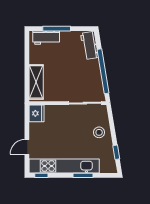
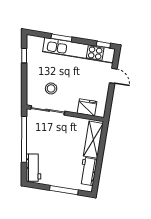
workbench: (46, 38) -> (88, 171), moved, turned -90
fridge: (37, 113) -> (87, 107), moved, turned 90
stool: (99, 132) -> (51, 88), moved
door: (27, 147) -> (113, 76), hinge flipped

